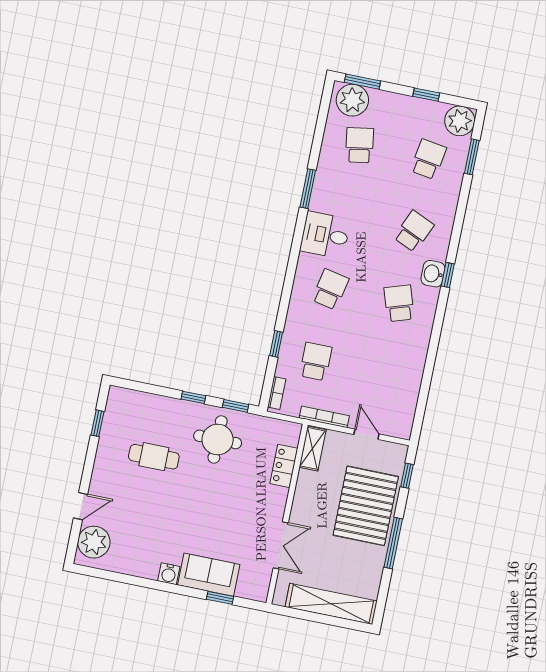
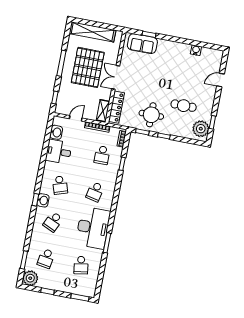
plant: (352, 100) -> (85, 288), removed
desk: (325, 235) -> (93, 228), width x1.87, depth x1.30
desk: (401, 369) -> (59, 152), added
washbasin: (405, 407) -> (56, 132), added
door: (367, 434) -> (76, 118), swing flipped
locker: (284, 466) -> (116, 107), width x1.53
pallet: (366, 506) -> (88, 67), moved
plant: (94, 542) -> (201, 129), moved
double door: (281, 545) -> (116, 77), moved
water cooler: (169, 574) -> (196, 50), moved
sofa: (209, 575) -> (142, 44), moved

